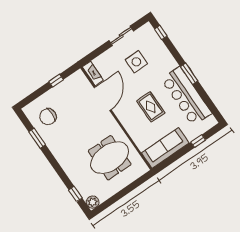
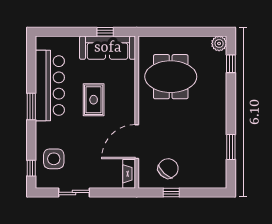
side table: (136, 62) -> (54, 159), moved
chair: (48, 117) -> (168, 168), moved, turned -47
window: (198, 141) -> (105, 32), moved

